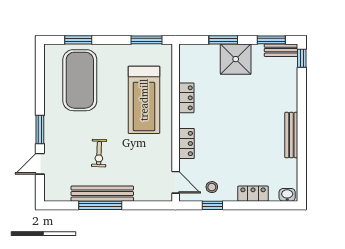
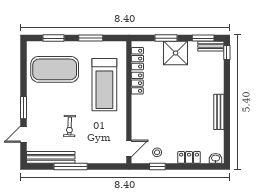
window: (146, 40) -> (91, 38), moved
exercise mat: (80, 80) -> (55, 69), turned 90
locker: (187, 144) -> (137, 59), moved
door: (176, 182) -> (129, 149), hinge flipped
bench: (102, 194) -> (51, 157), moved

